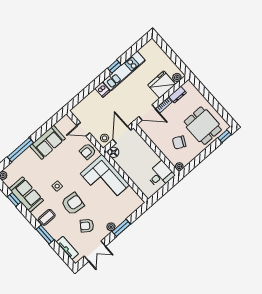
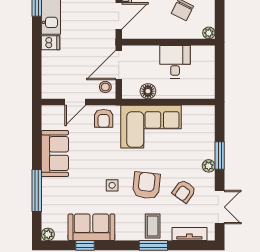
door: (122, 135) -> (119, 65), hinge flipped
floor lamp: (113, 152) -> (148, 91), moved
desk: (160, 175) -> (175, 62), moved
coffee table: (47, 217) -> (153, 226), moved

